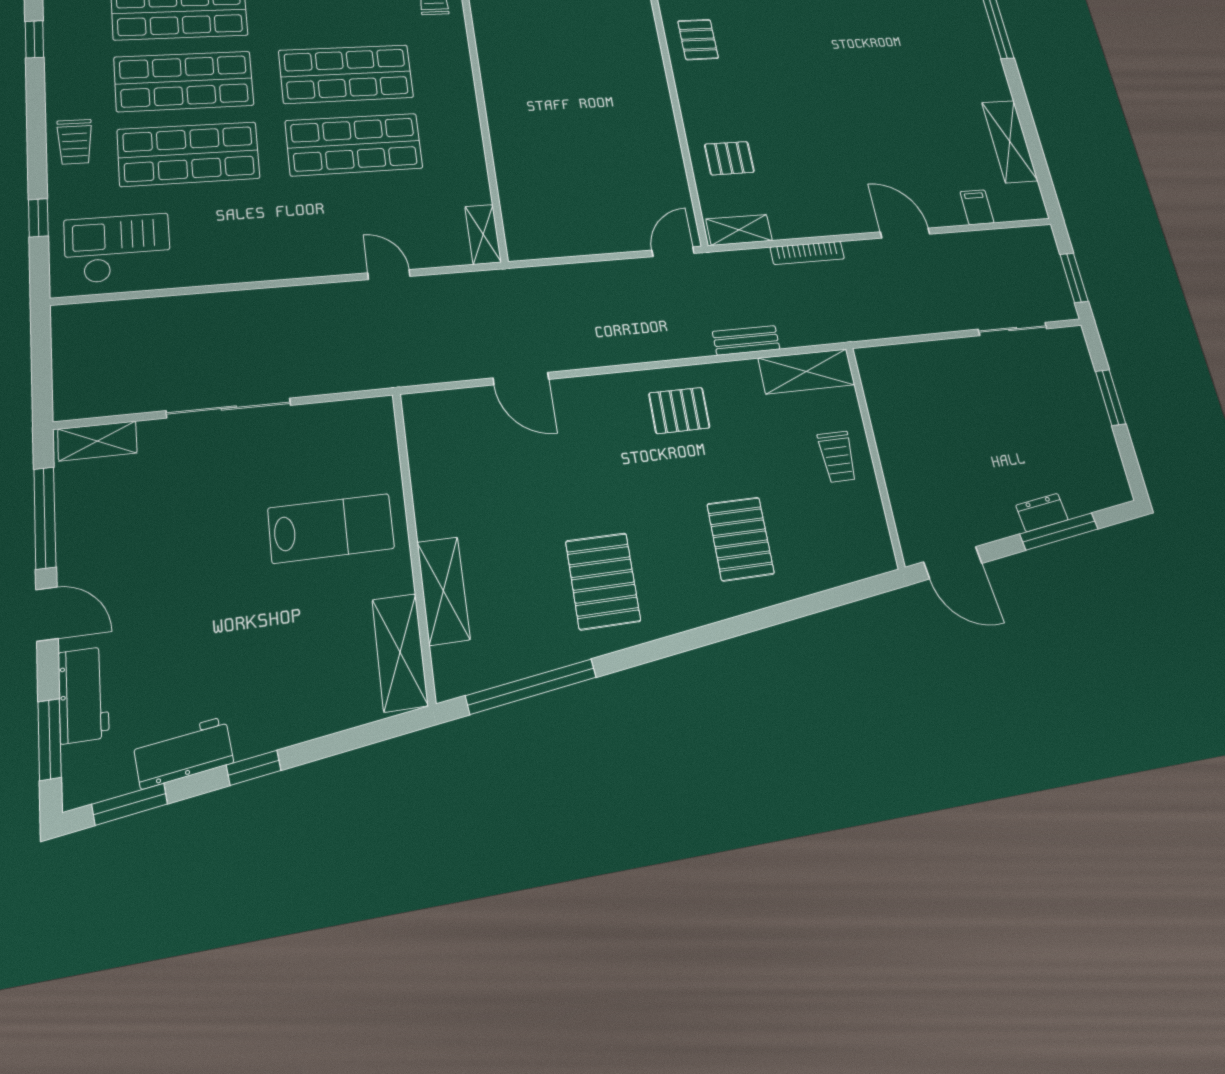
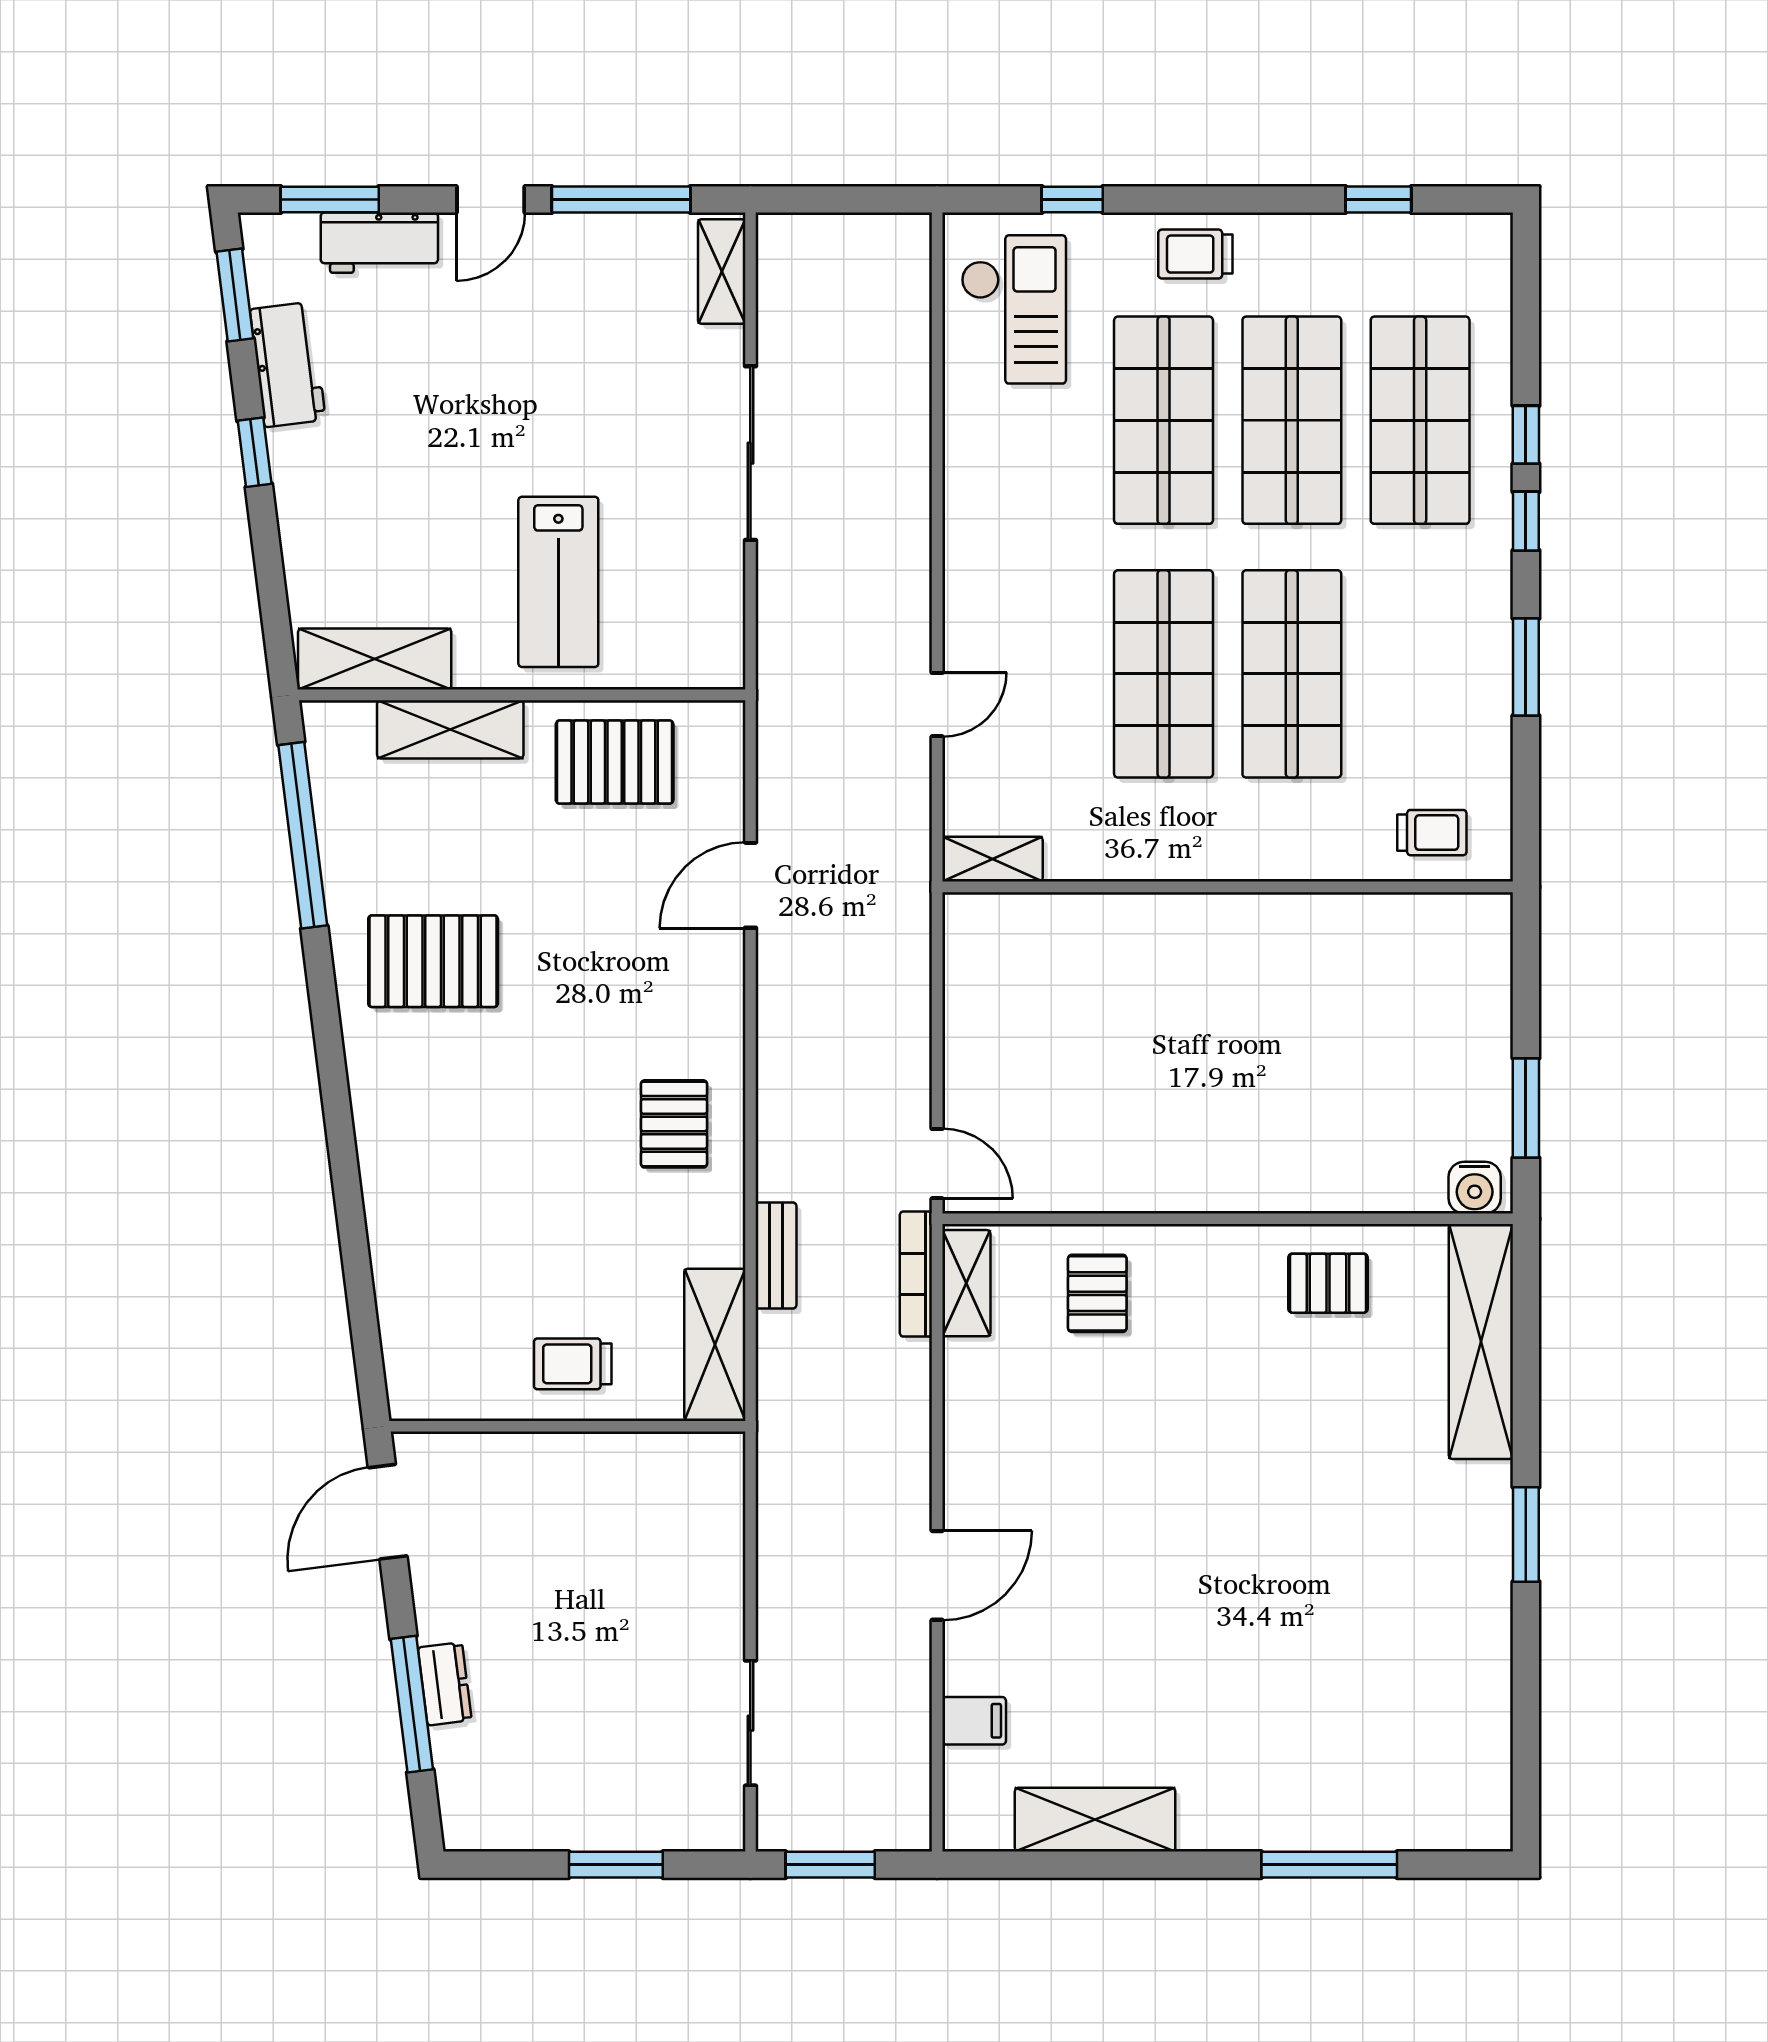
bookcase: (807, 253) -> (916, 1274), moved
pallet: (740, 539) -> (615, 762), moved

